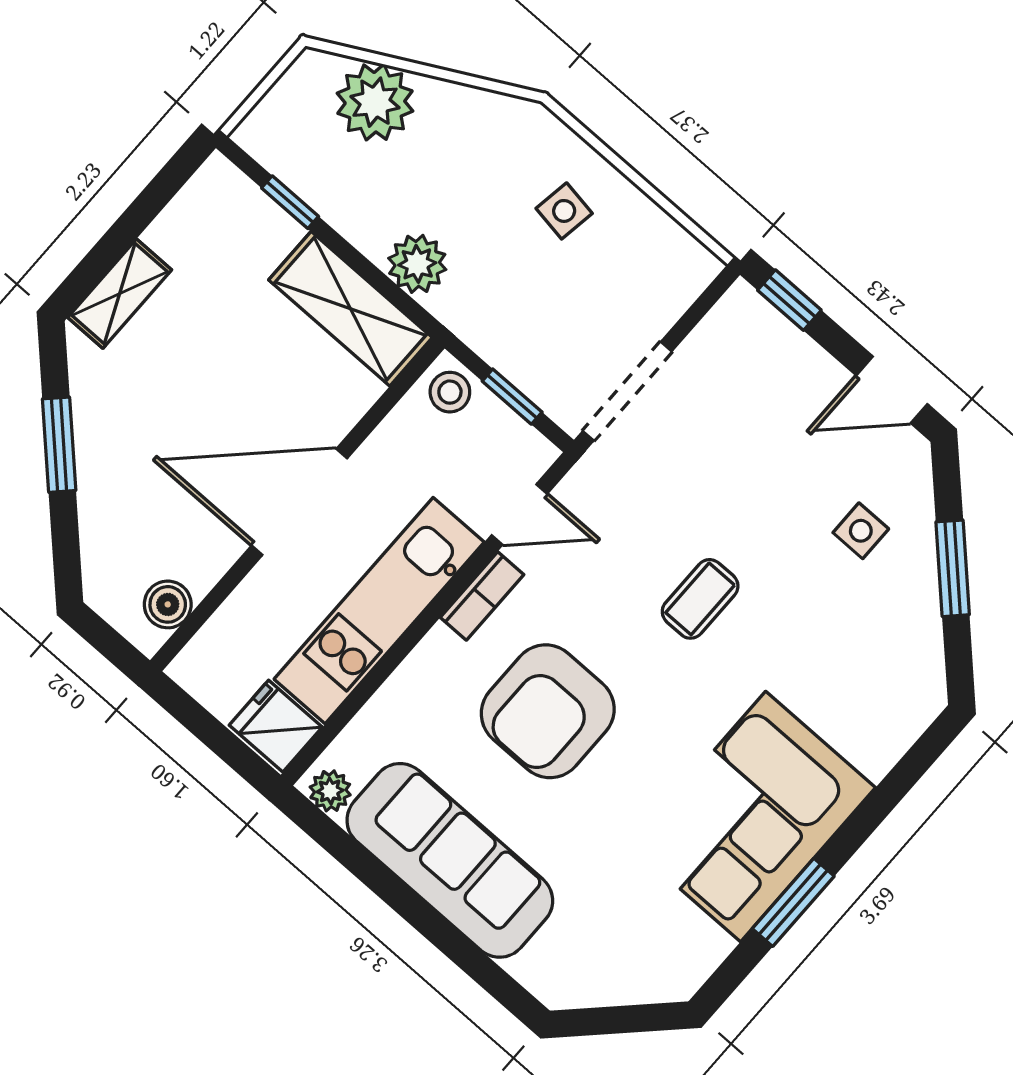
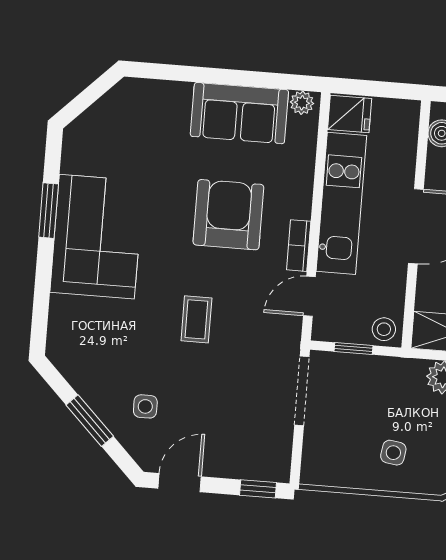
sofa: (450, 860) -> (239, 113), width x0.73

